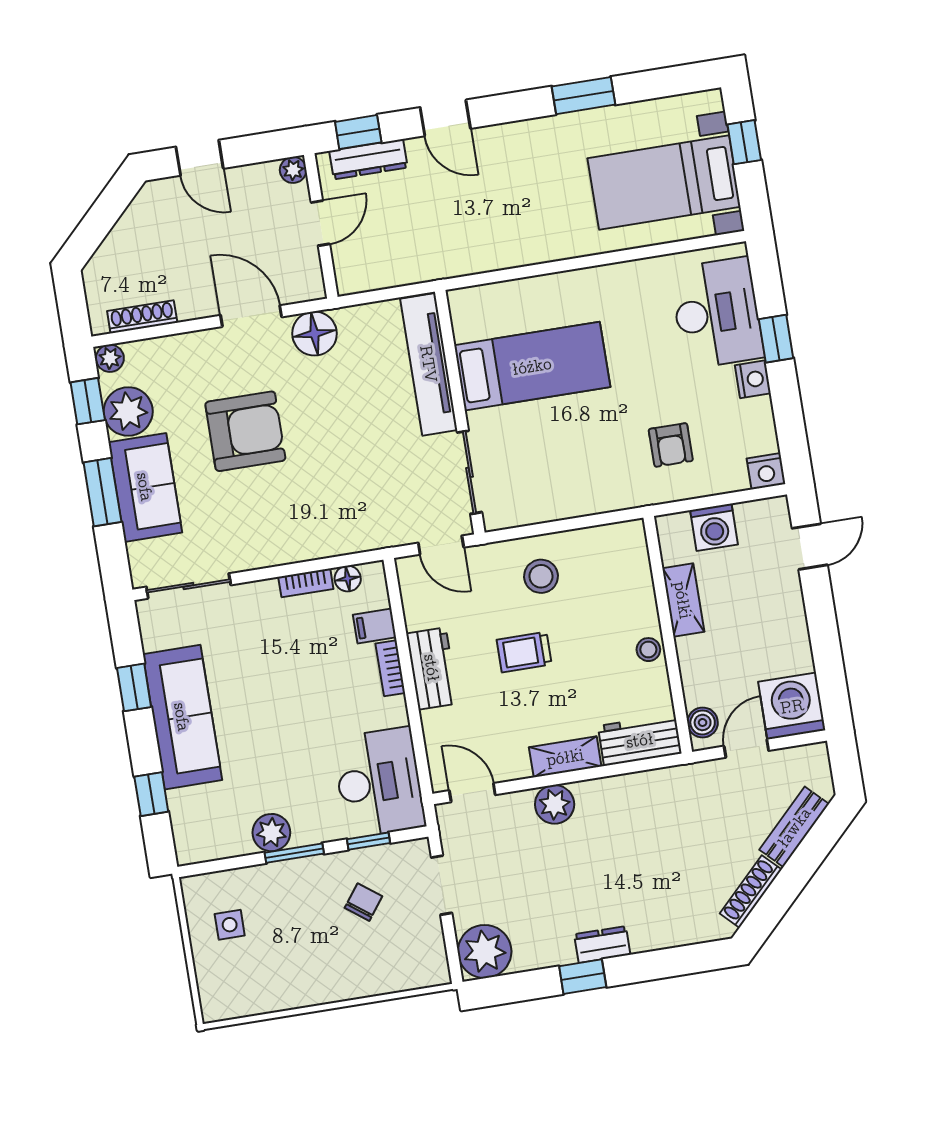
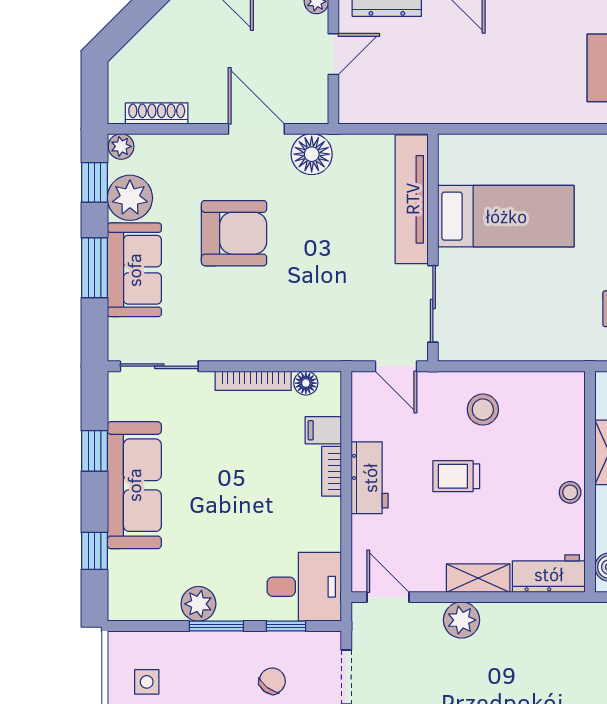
bookcase: (306, 583) -> (253, 381), width x1.56
desk: (379, 782) -> (304, 587), width x0.73

